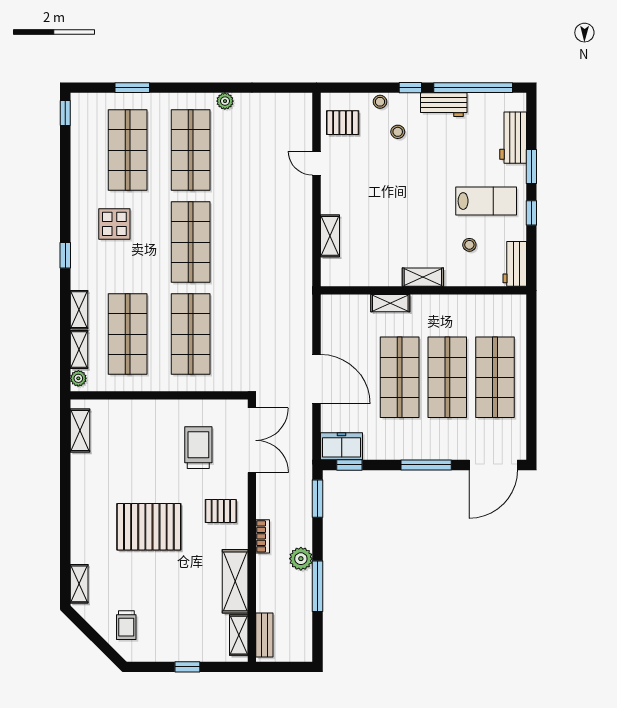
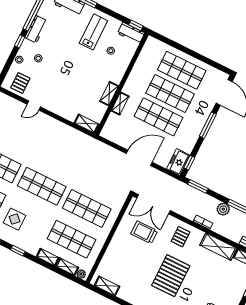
window: (531, 213) -> (136, 25), moved
shelving: (330, 236) -> (87, 124), moved
shelving: (423, 277) -> (109, 94), moved
double door: (252, 440) -> (154, 204), swing flipped

